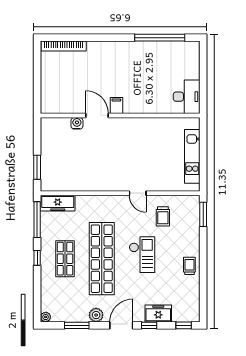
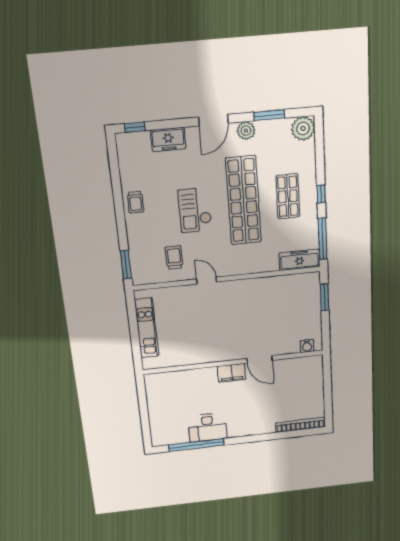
desk: (187, 97) -> (208, 428), moved, turned -90
filing cabinet: (116, 106) -> (232, 373), width x2.00
water cooler: (77, 123) -> (307, 346), moved
plant: (46, 317) -> (303, 128), width x1.88, depth x1.88
window: (149, 325) -> (178, 123), removed

